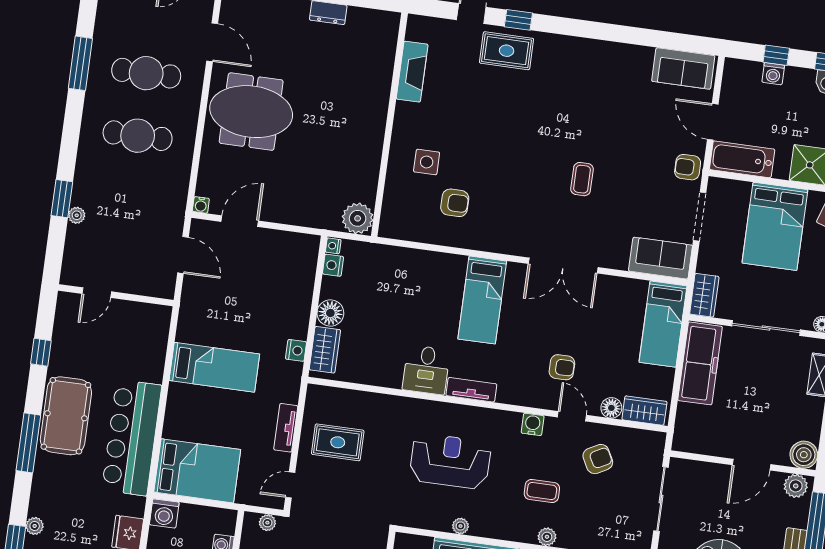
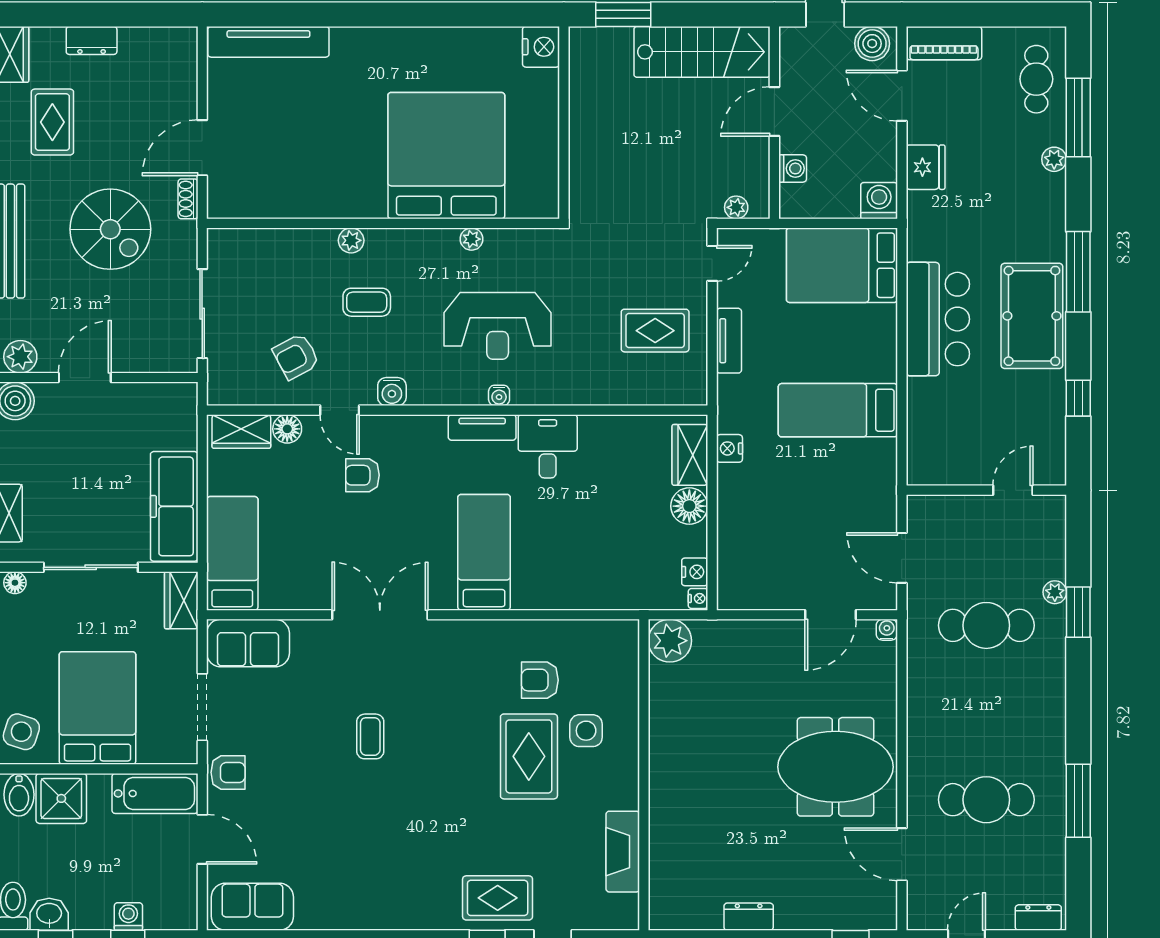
cafe table: (138, 136) -> (986, 625), moved
rug: (470, 149) -> (529, 756), added
water cooler: (456, 411) -> (499, 395), added
bar counter: (132, 438) -> (938, 319), width x0.73

